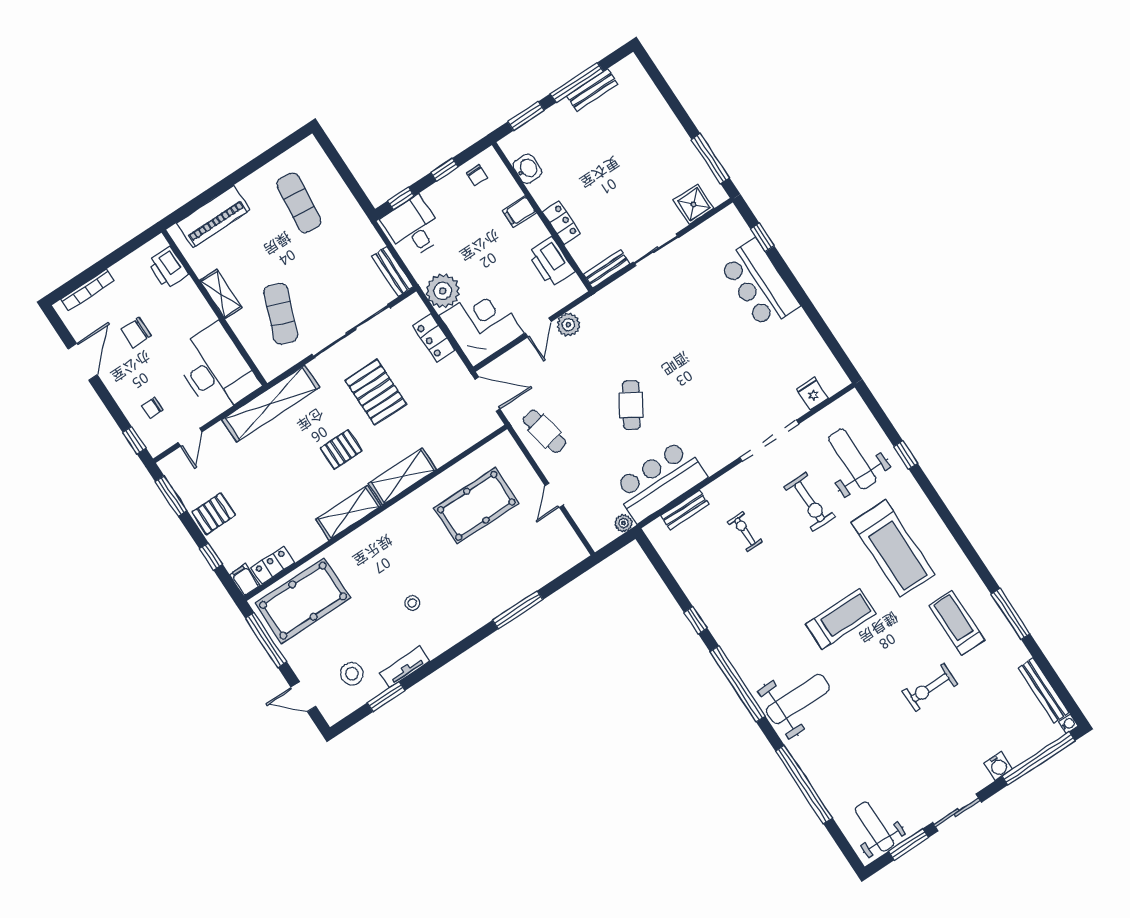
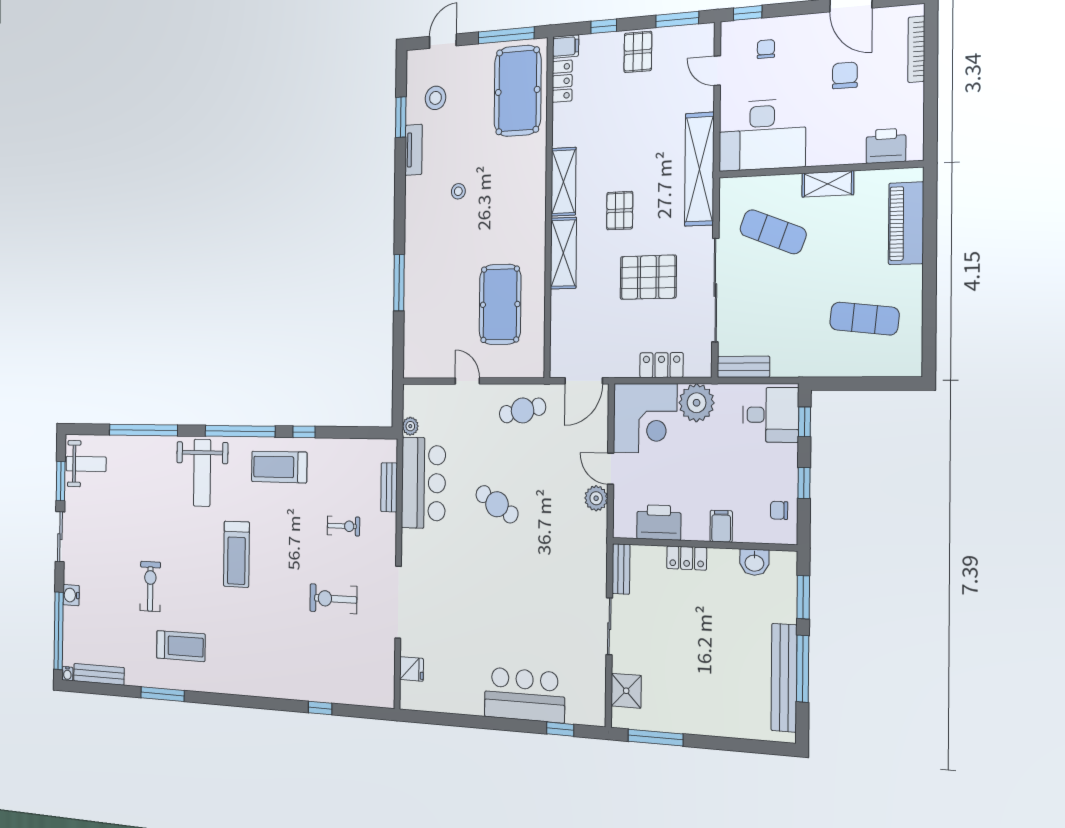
bench: (592, 90) -> (784, 678), width x1.86, depth x1.21
weight bench: (852, 459) -> (343, 661), removed
treadmill: (893, 548) -> (279, 467), moved, width x0.73, depth x0.73

